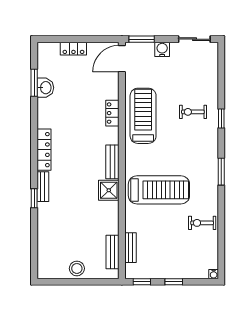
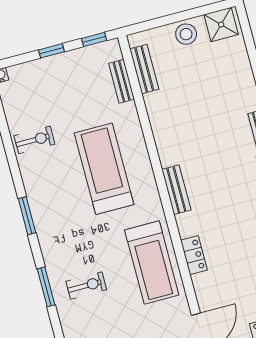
window: (221, 118) -> (46, 287), width x1.50
shower: (109, 190) -> (221, 24), moved
treadmill: (159, 190) -> (104, 169), turned 90

